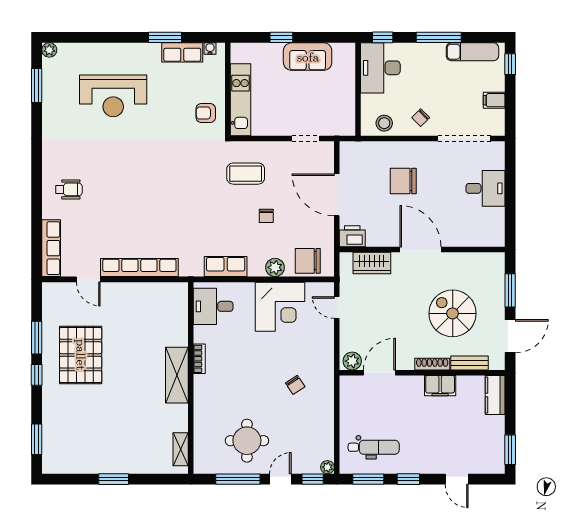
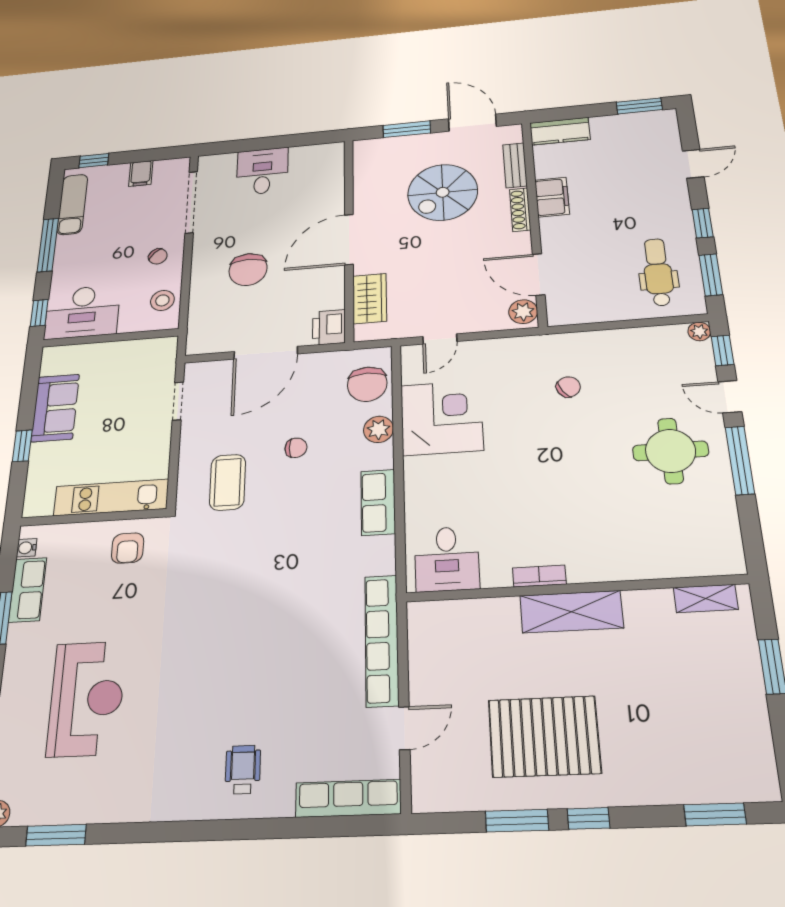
desk: (213, 306) -> (447, 559), moved
bookcase: (199, 359) -> (539, 576), moved
shelving: (177, 375) -> (571, 612), moved
wall: (191, 378) -> (574, 588), moved
shelving: (181, 449) -> (706, 598), moved

